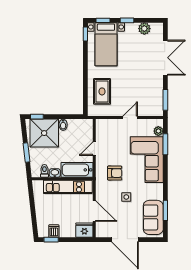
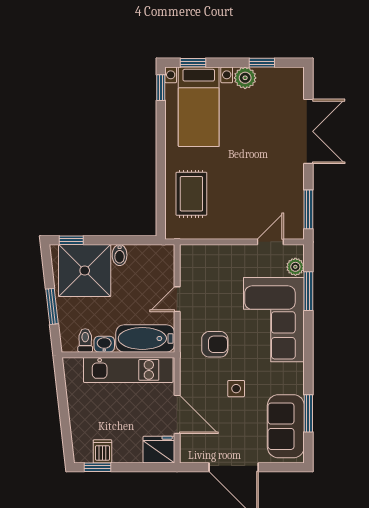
window: (127, 20) -> (262, 63), moved
plant: (144, 29) -> (245, 78), moved
door: (130, 118) -> (270, 242), moved

